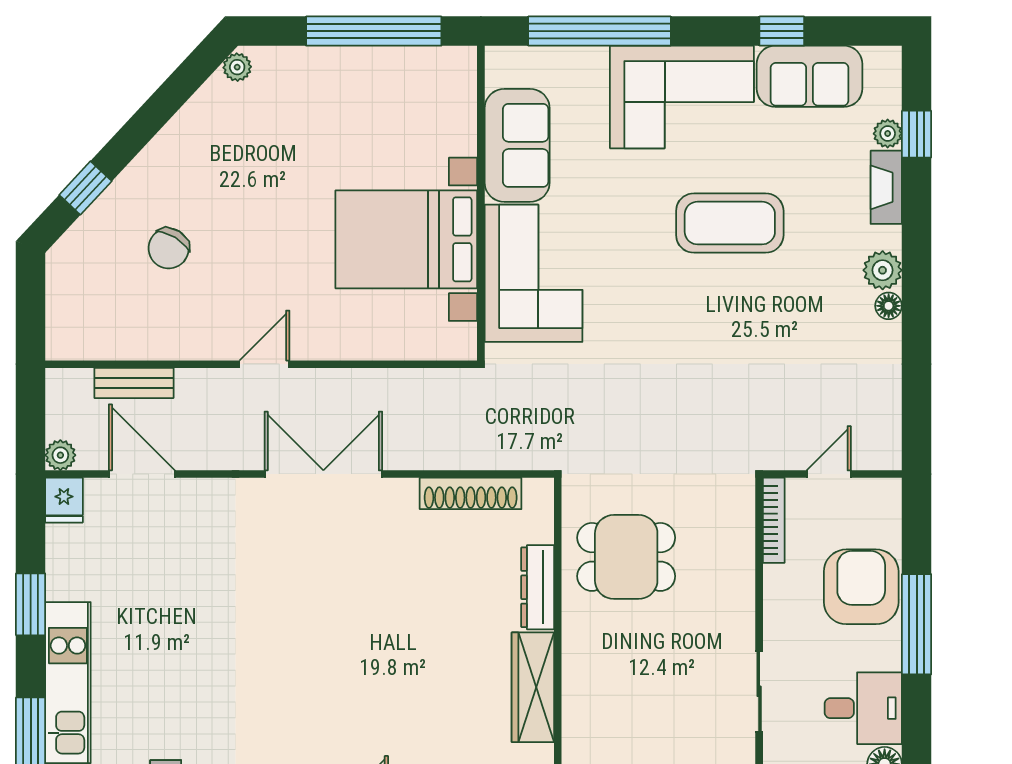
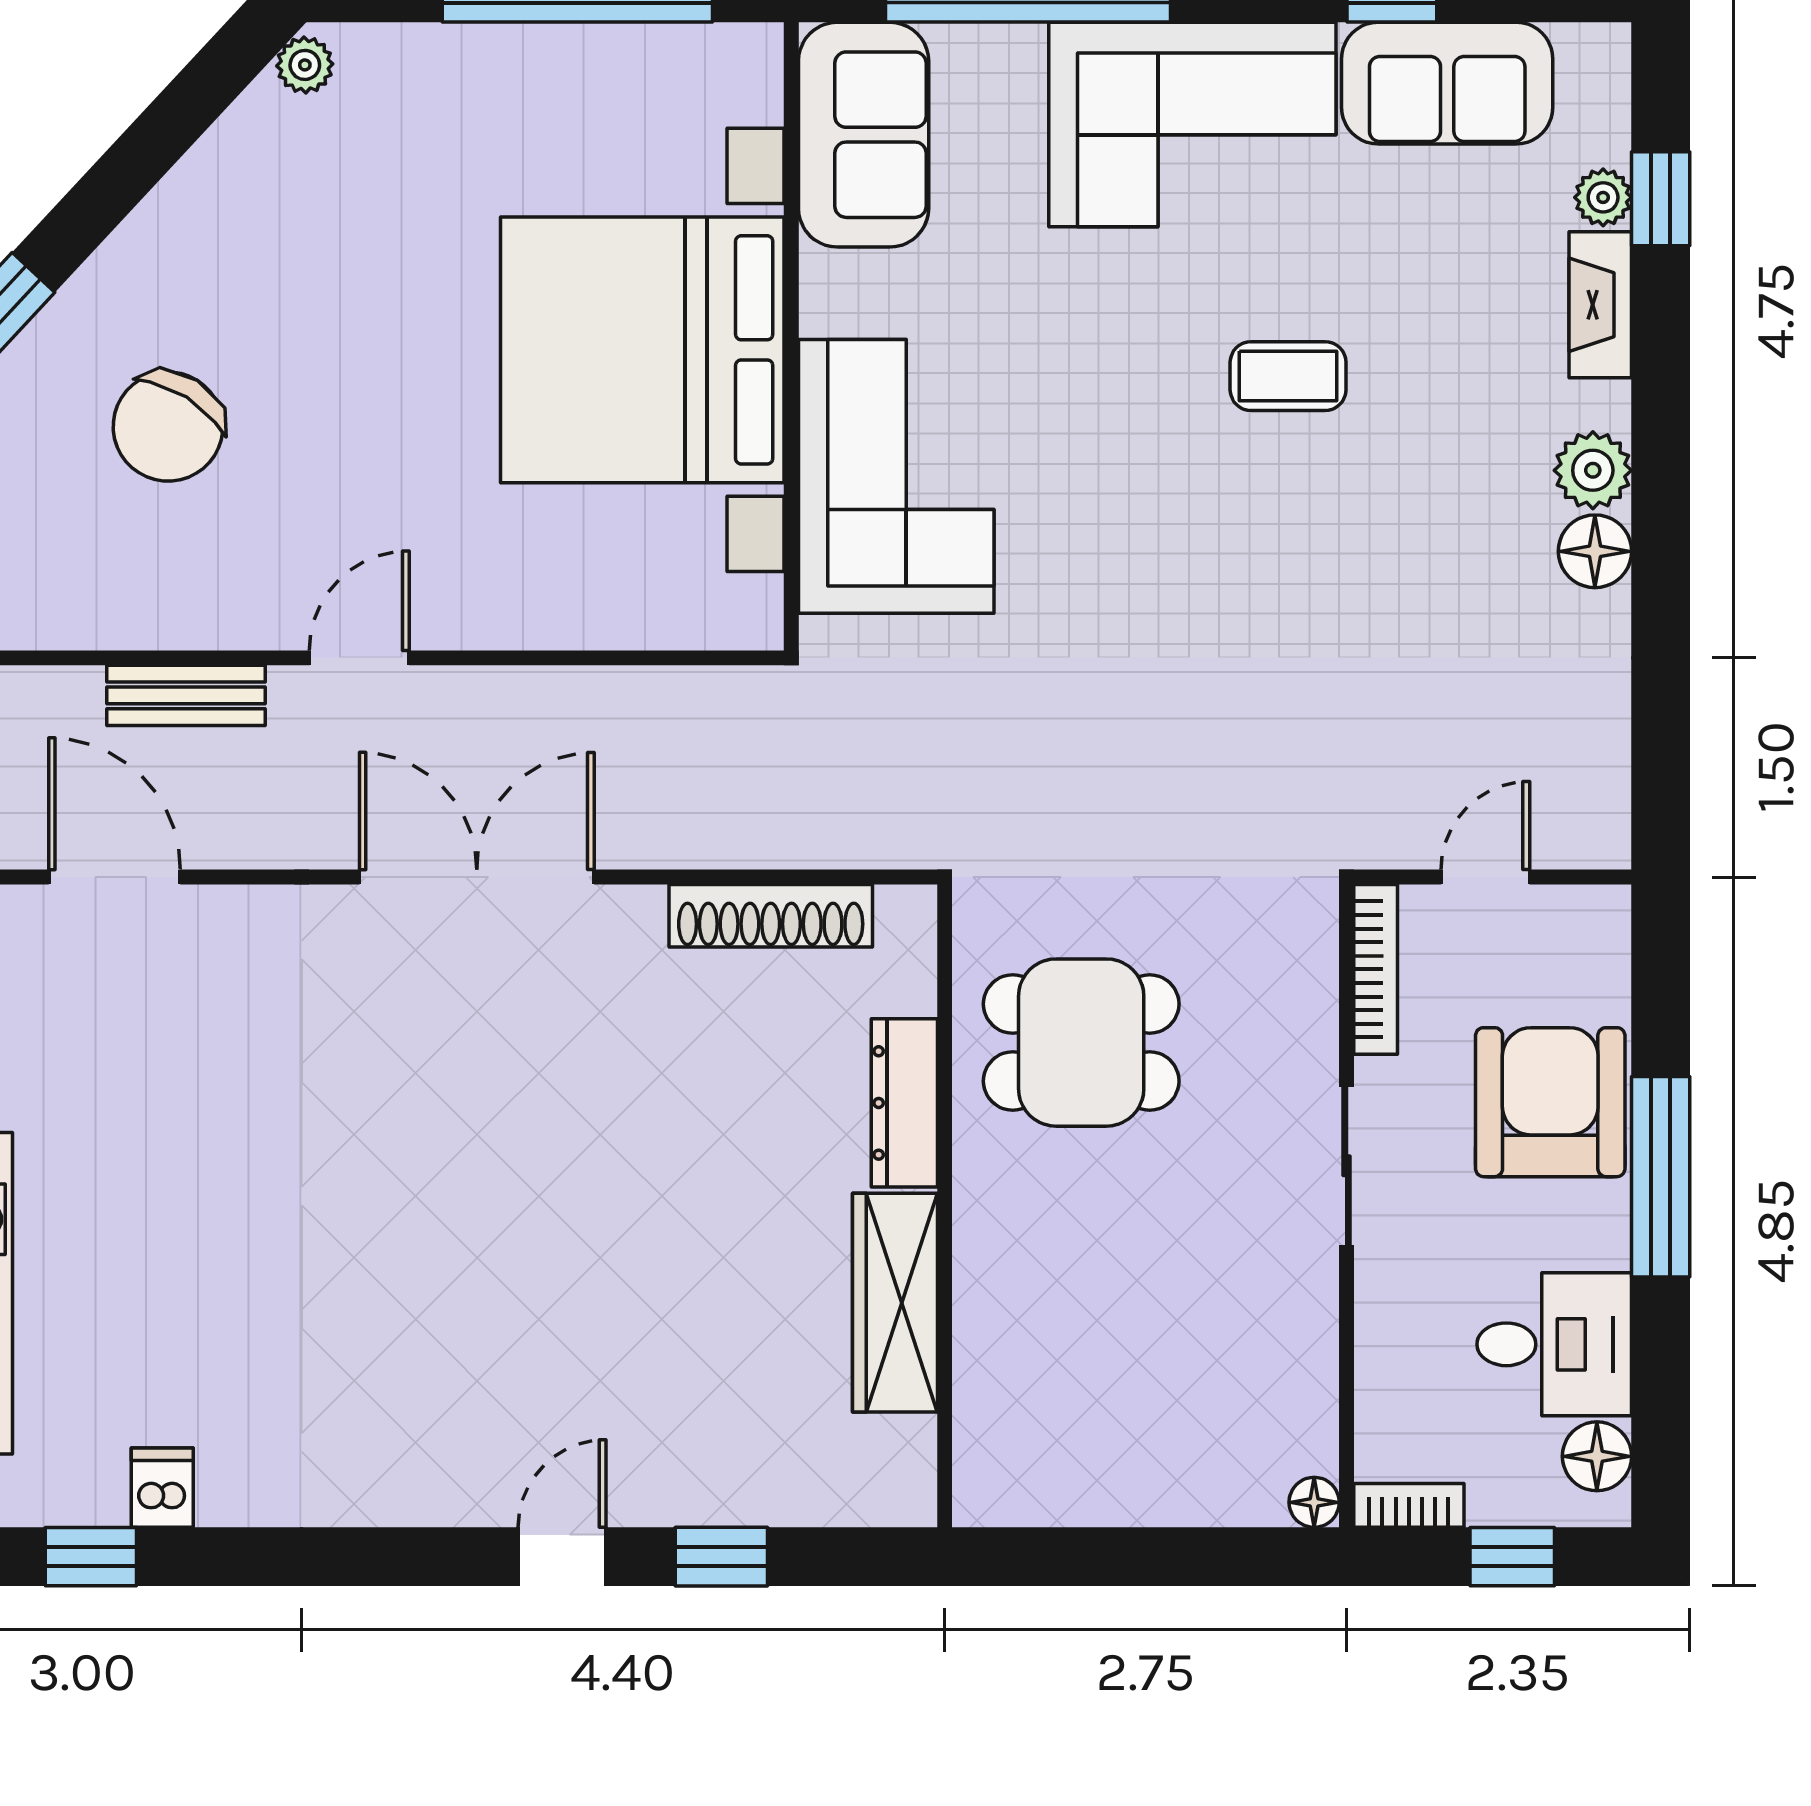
sofa: (517, 145) -> (864, 135), moved
coffee table: (730, 223) -> (1288, 376), width x0.54, depth x0.58
bed with nightstands: (406, 239) -> (642, 350), width x1.36
chair: (169, 248) -> (168, 427), width x1.37, depth x1.37
floor lamp: (889, 306) -> (1595, 551), width x1.37, depth x1.37
bench: (134, 383) -> (186, 695), moved
sliding door: (759, 691) -> (1347, 1166), moved

